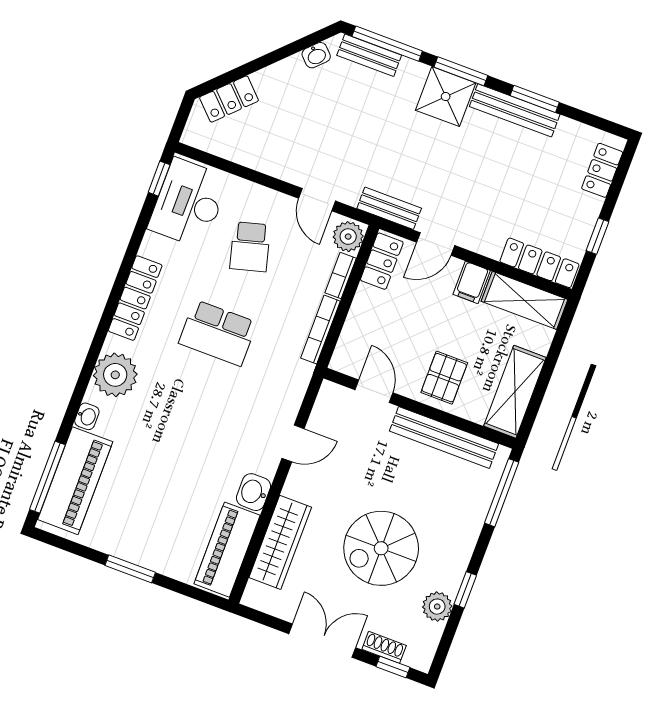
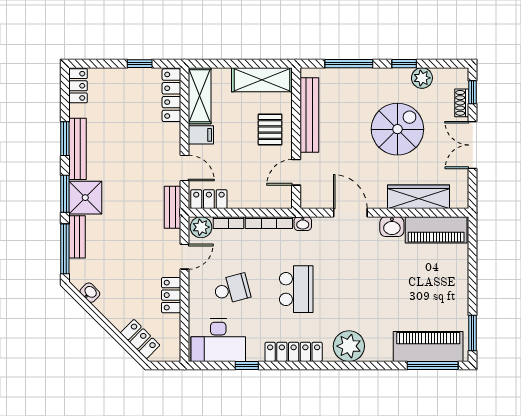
bench: (369, 55) -> (77, 237), moved
locker: (272, 163) -> (171, 295), added
locker: (602, 170) -> (78, 86), moved, turned -90
window: (159, 179) -> (247, 365), moved
pallet: (444, 378) -> (270, 130), turned 90
washbasin: (87, 416) -> (303, 224), moved, turned 180
door: (293, 443) -> (350, 213), width x1.38
window: (502, 493) -> (349, 64), moved
spiral stairs: (381, 548) -> (397, 129), turned -90
window: (130, 569) -> (473, 333), moved

